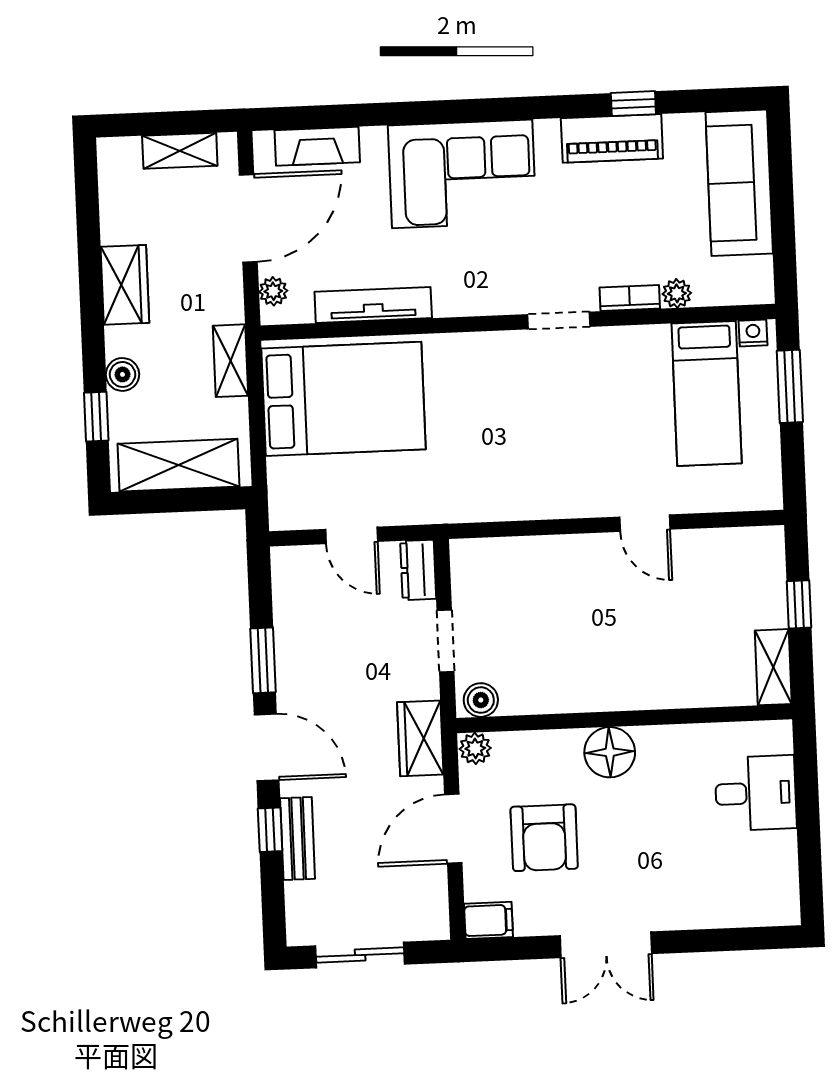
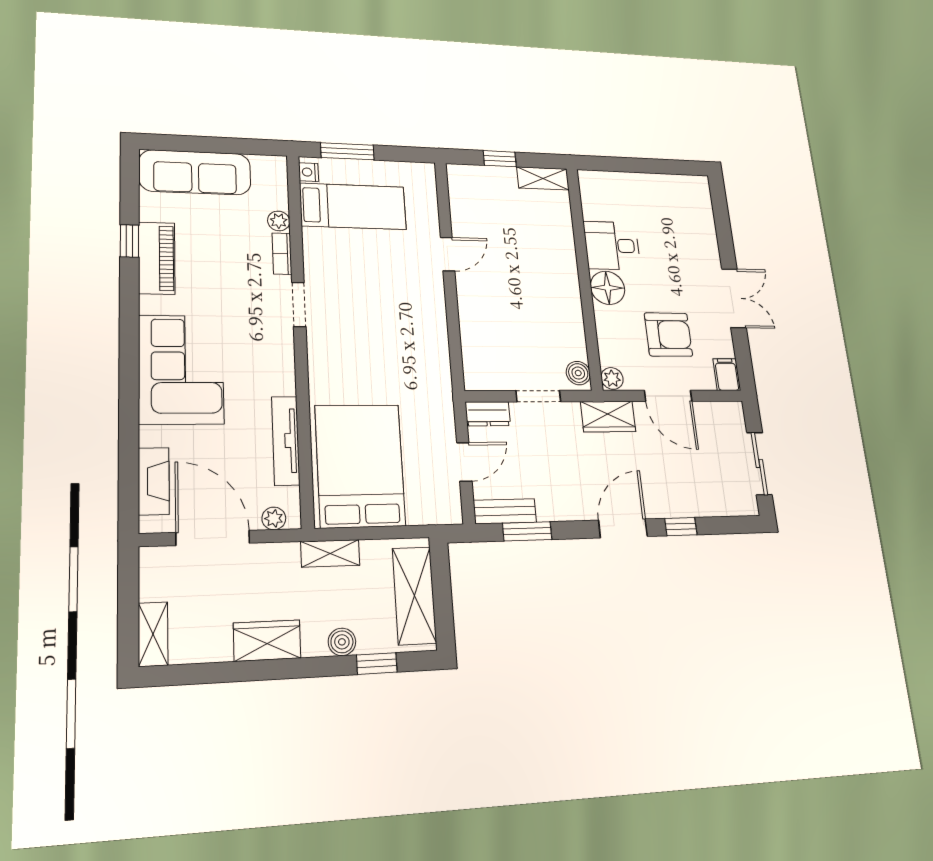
shelving: (180, 151) -> (153, 634), moved
window: (263, 660) -> (527, 531), moved
desk: (756, 793) -> (612, 246), moved, turned -90
bench: (298, 839) -> (505, 511), moved

